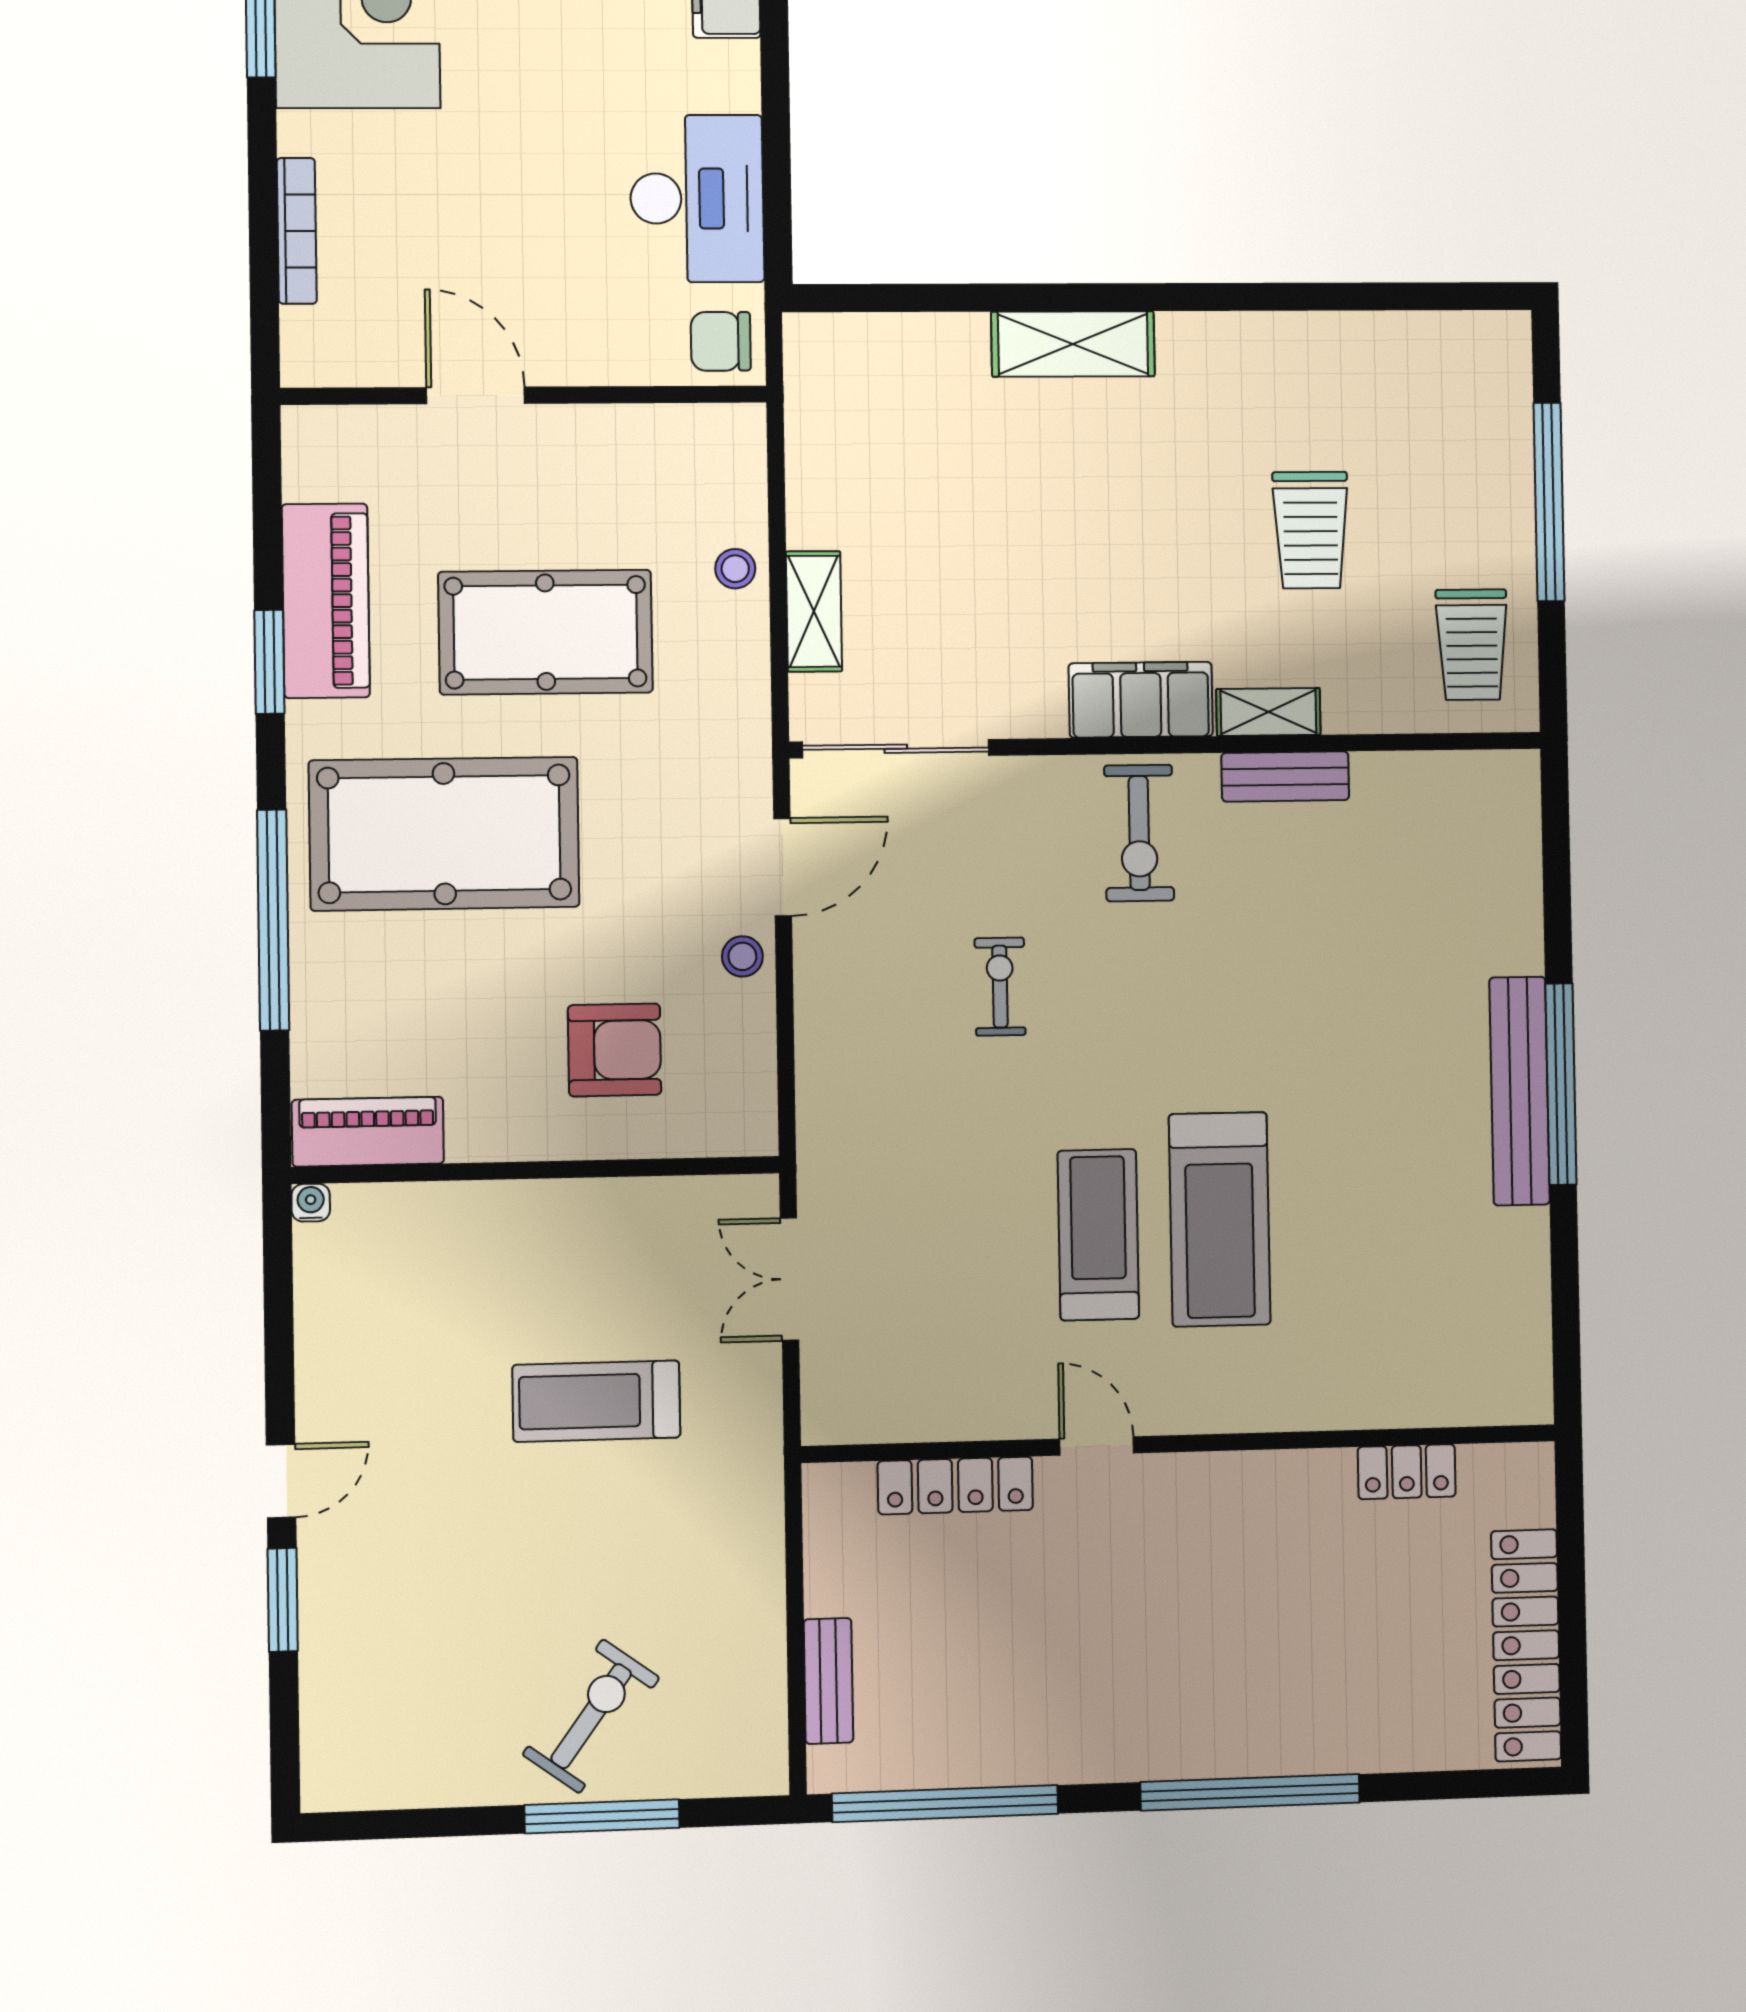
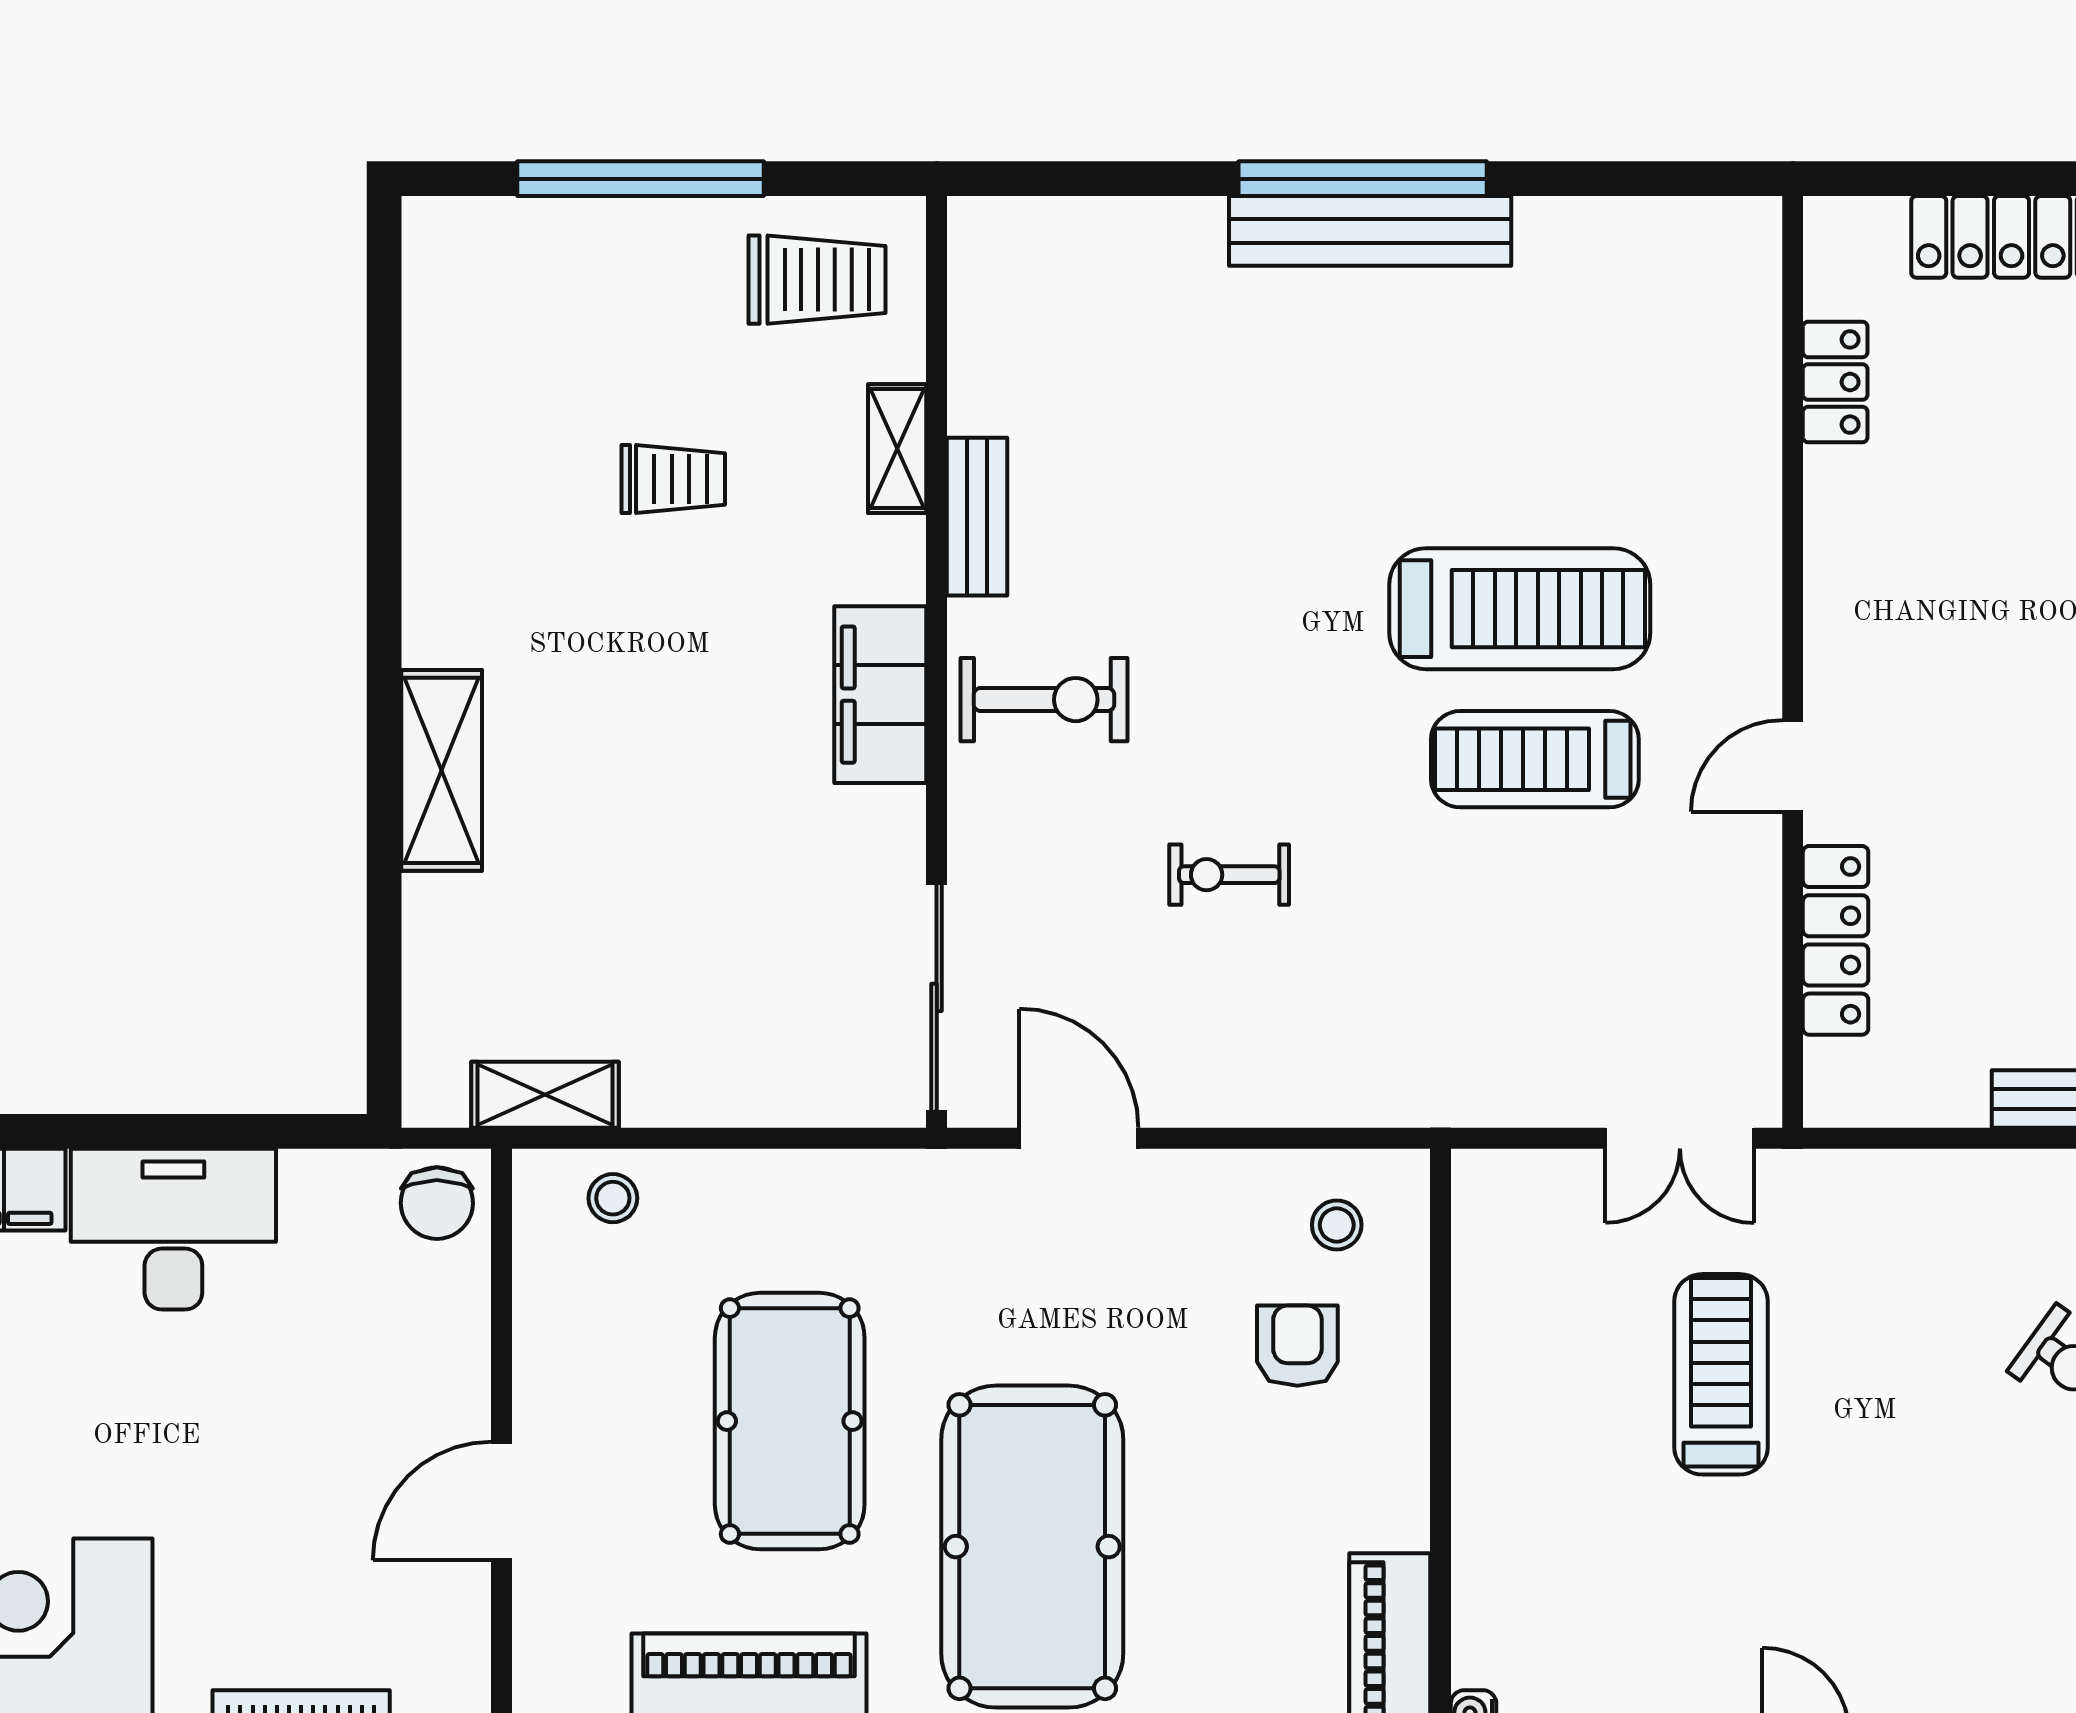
desk: (697, 199) -> (173, 1229), moved
trolley: (1311, 530) -> (673, 479), width x0.73, depth x0.72
stool: (735, 569) -> (613, 1198), moved
shelving: (814, 611) -> (545, 1095), moved
shelving: (1268, 712) -> (897, 449), moved
stool: (742, 956) -> (1337, 1225), moved
armchair: (615, 1050) -> (1297, 1346), width x0.72, depth x0.72
double door: (790, 1279) -> (1680, 1138), moved
treadmill: (596, 1401) -> (1721, 1374), turned 180

